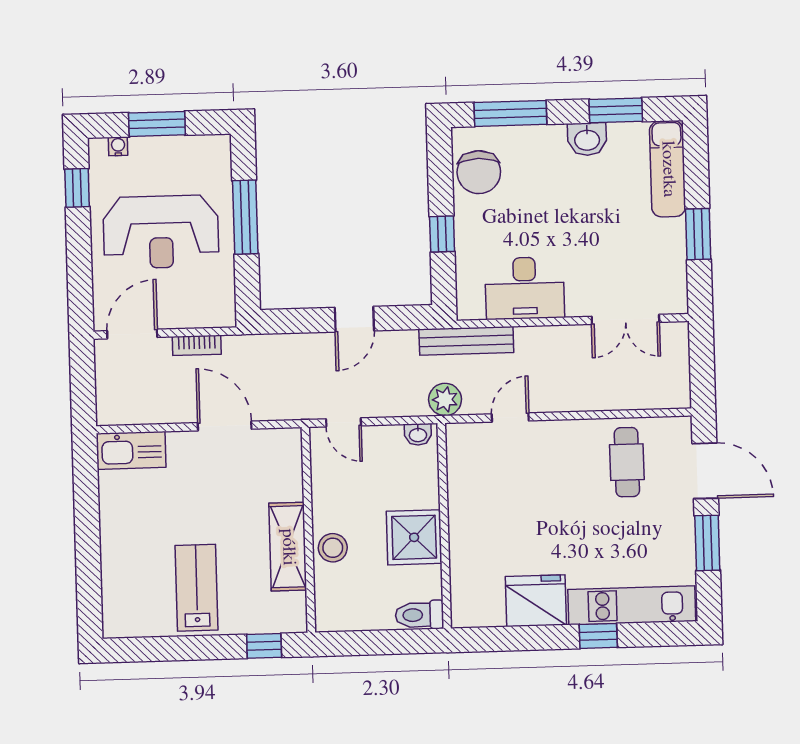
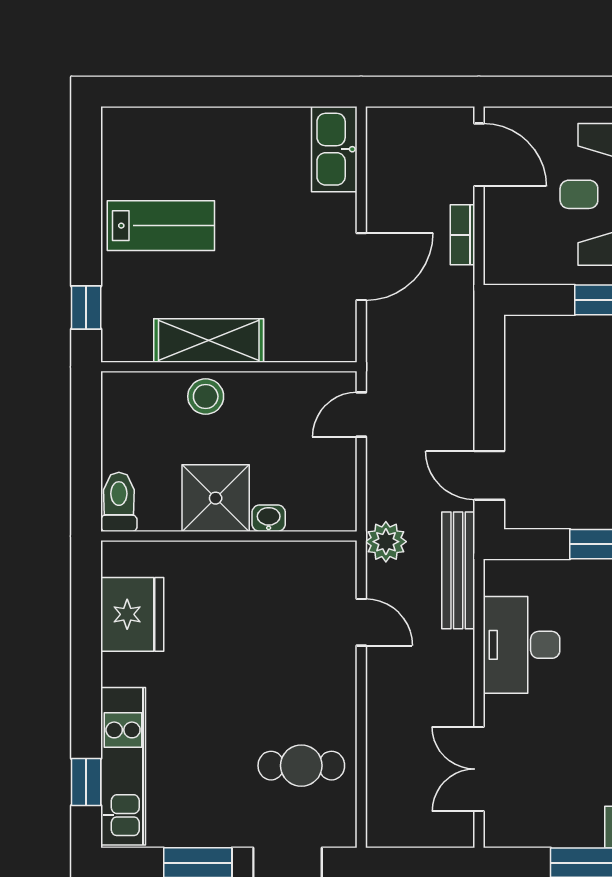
door: (354, 319) -> (489, 475), moved
washbasin: (418, 434) -> (269, 518), moved, turned 90
fridge: (536, 601) -> (132, 614), moved
window: (598, 636) -> (86, 782), moved

